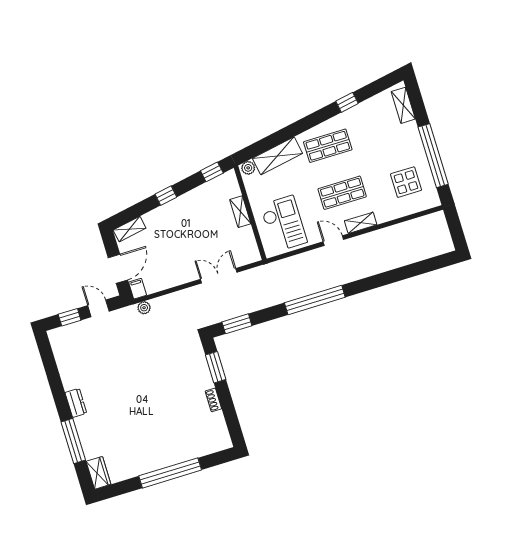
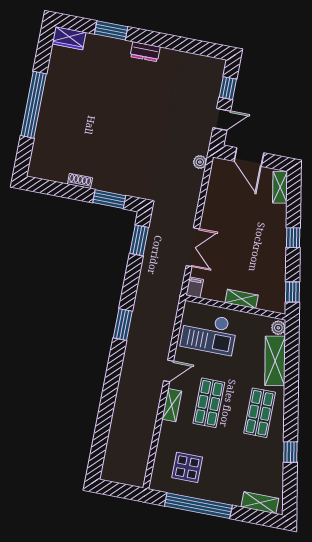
filing cabinet: (138, 289) -> (195, 287), moved, turned -90
window: (315, 300) -> (123, 324), width x0.47
window: (73, 441) -> (111, 30), width x0.69

